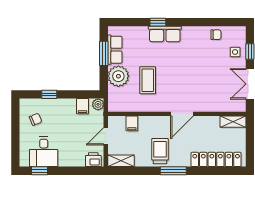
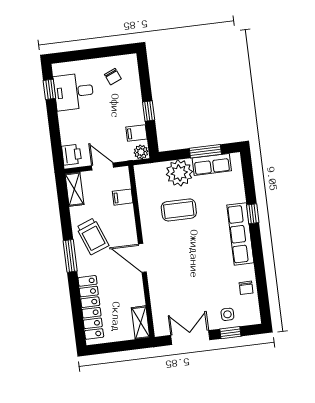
row of seats: (165, 34) -> (240, 234), width x1.48
window: (49, 94) -> (149, 111), moved
trolley: (160, 151) -> (93, 236), turned 69

